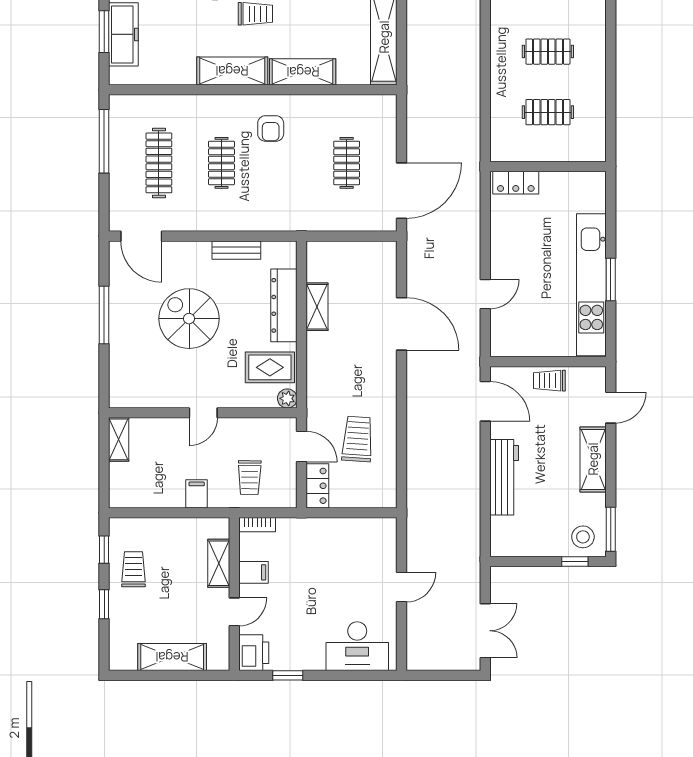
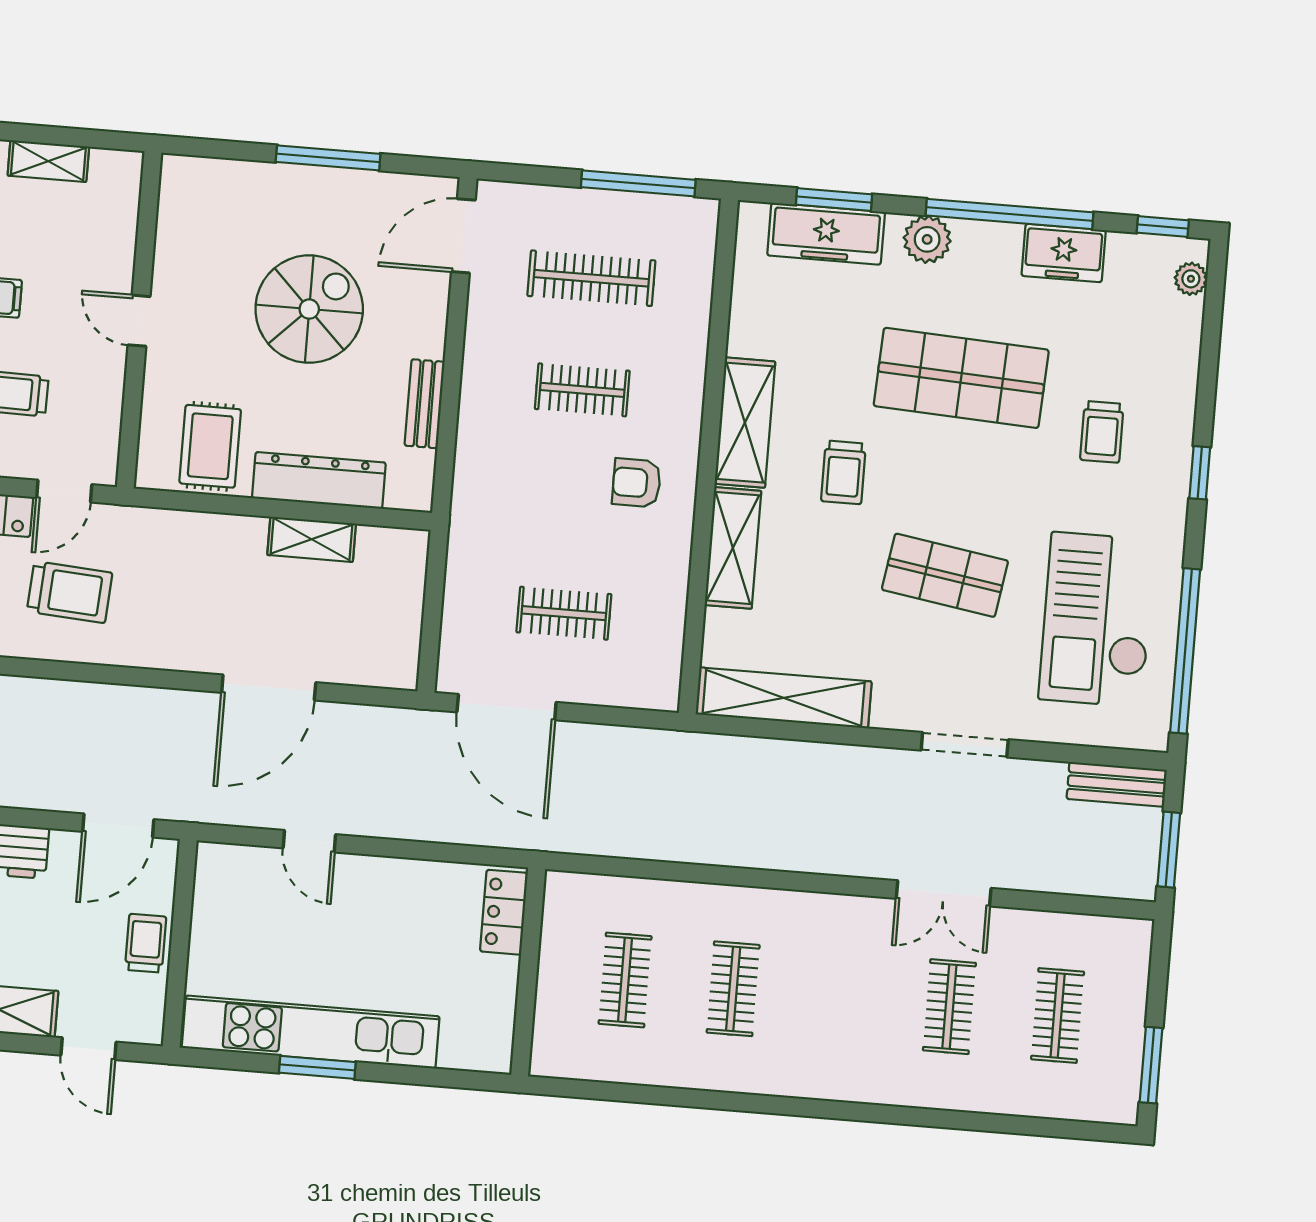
plant: (287, 398) -> (152, 473), removed
shelving: (119, 439) -> (48, 161), moved

